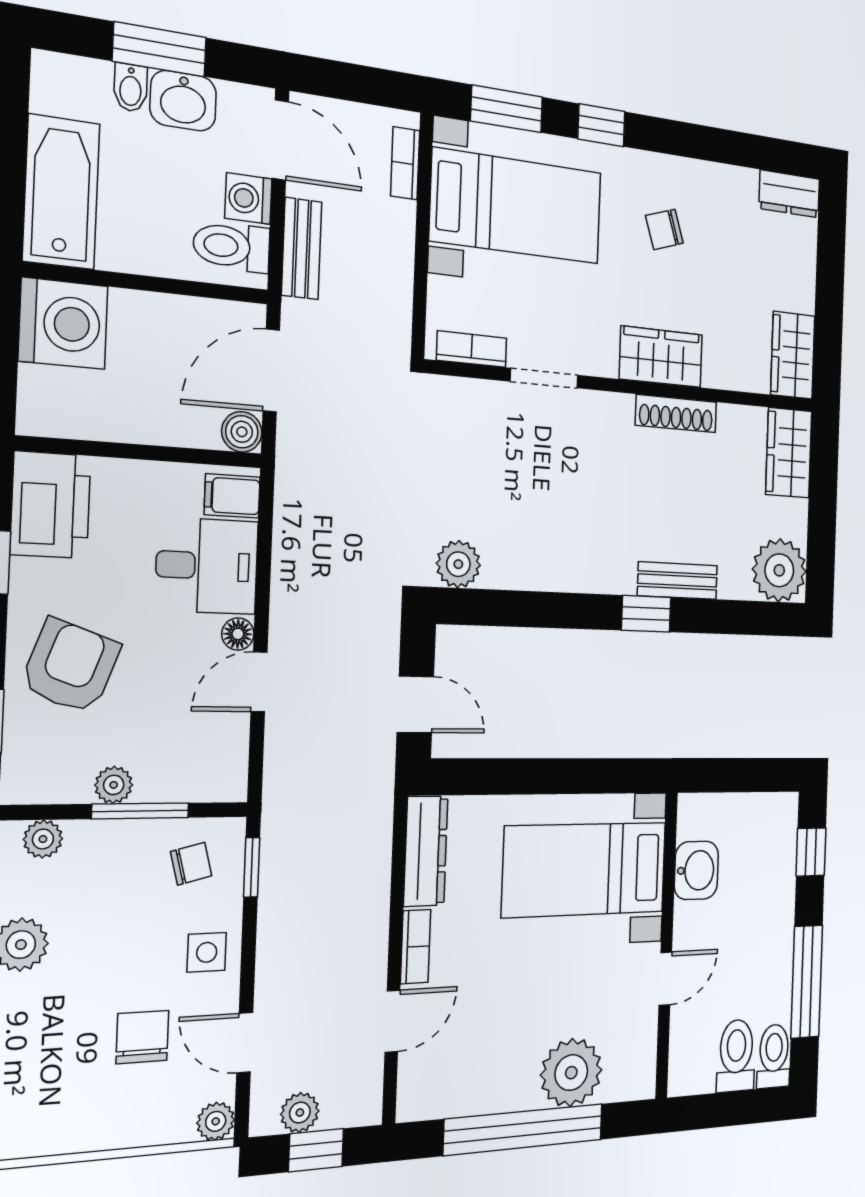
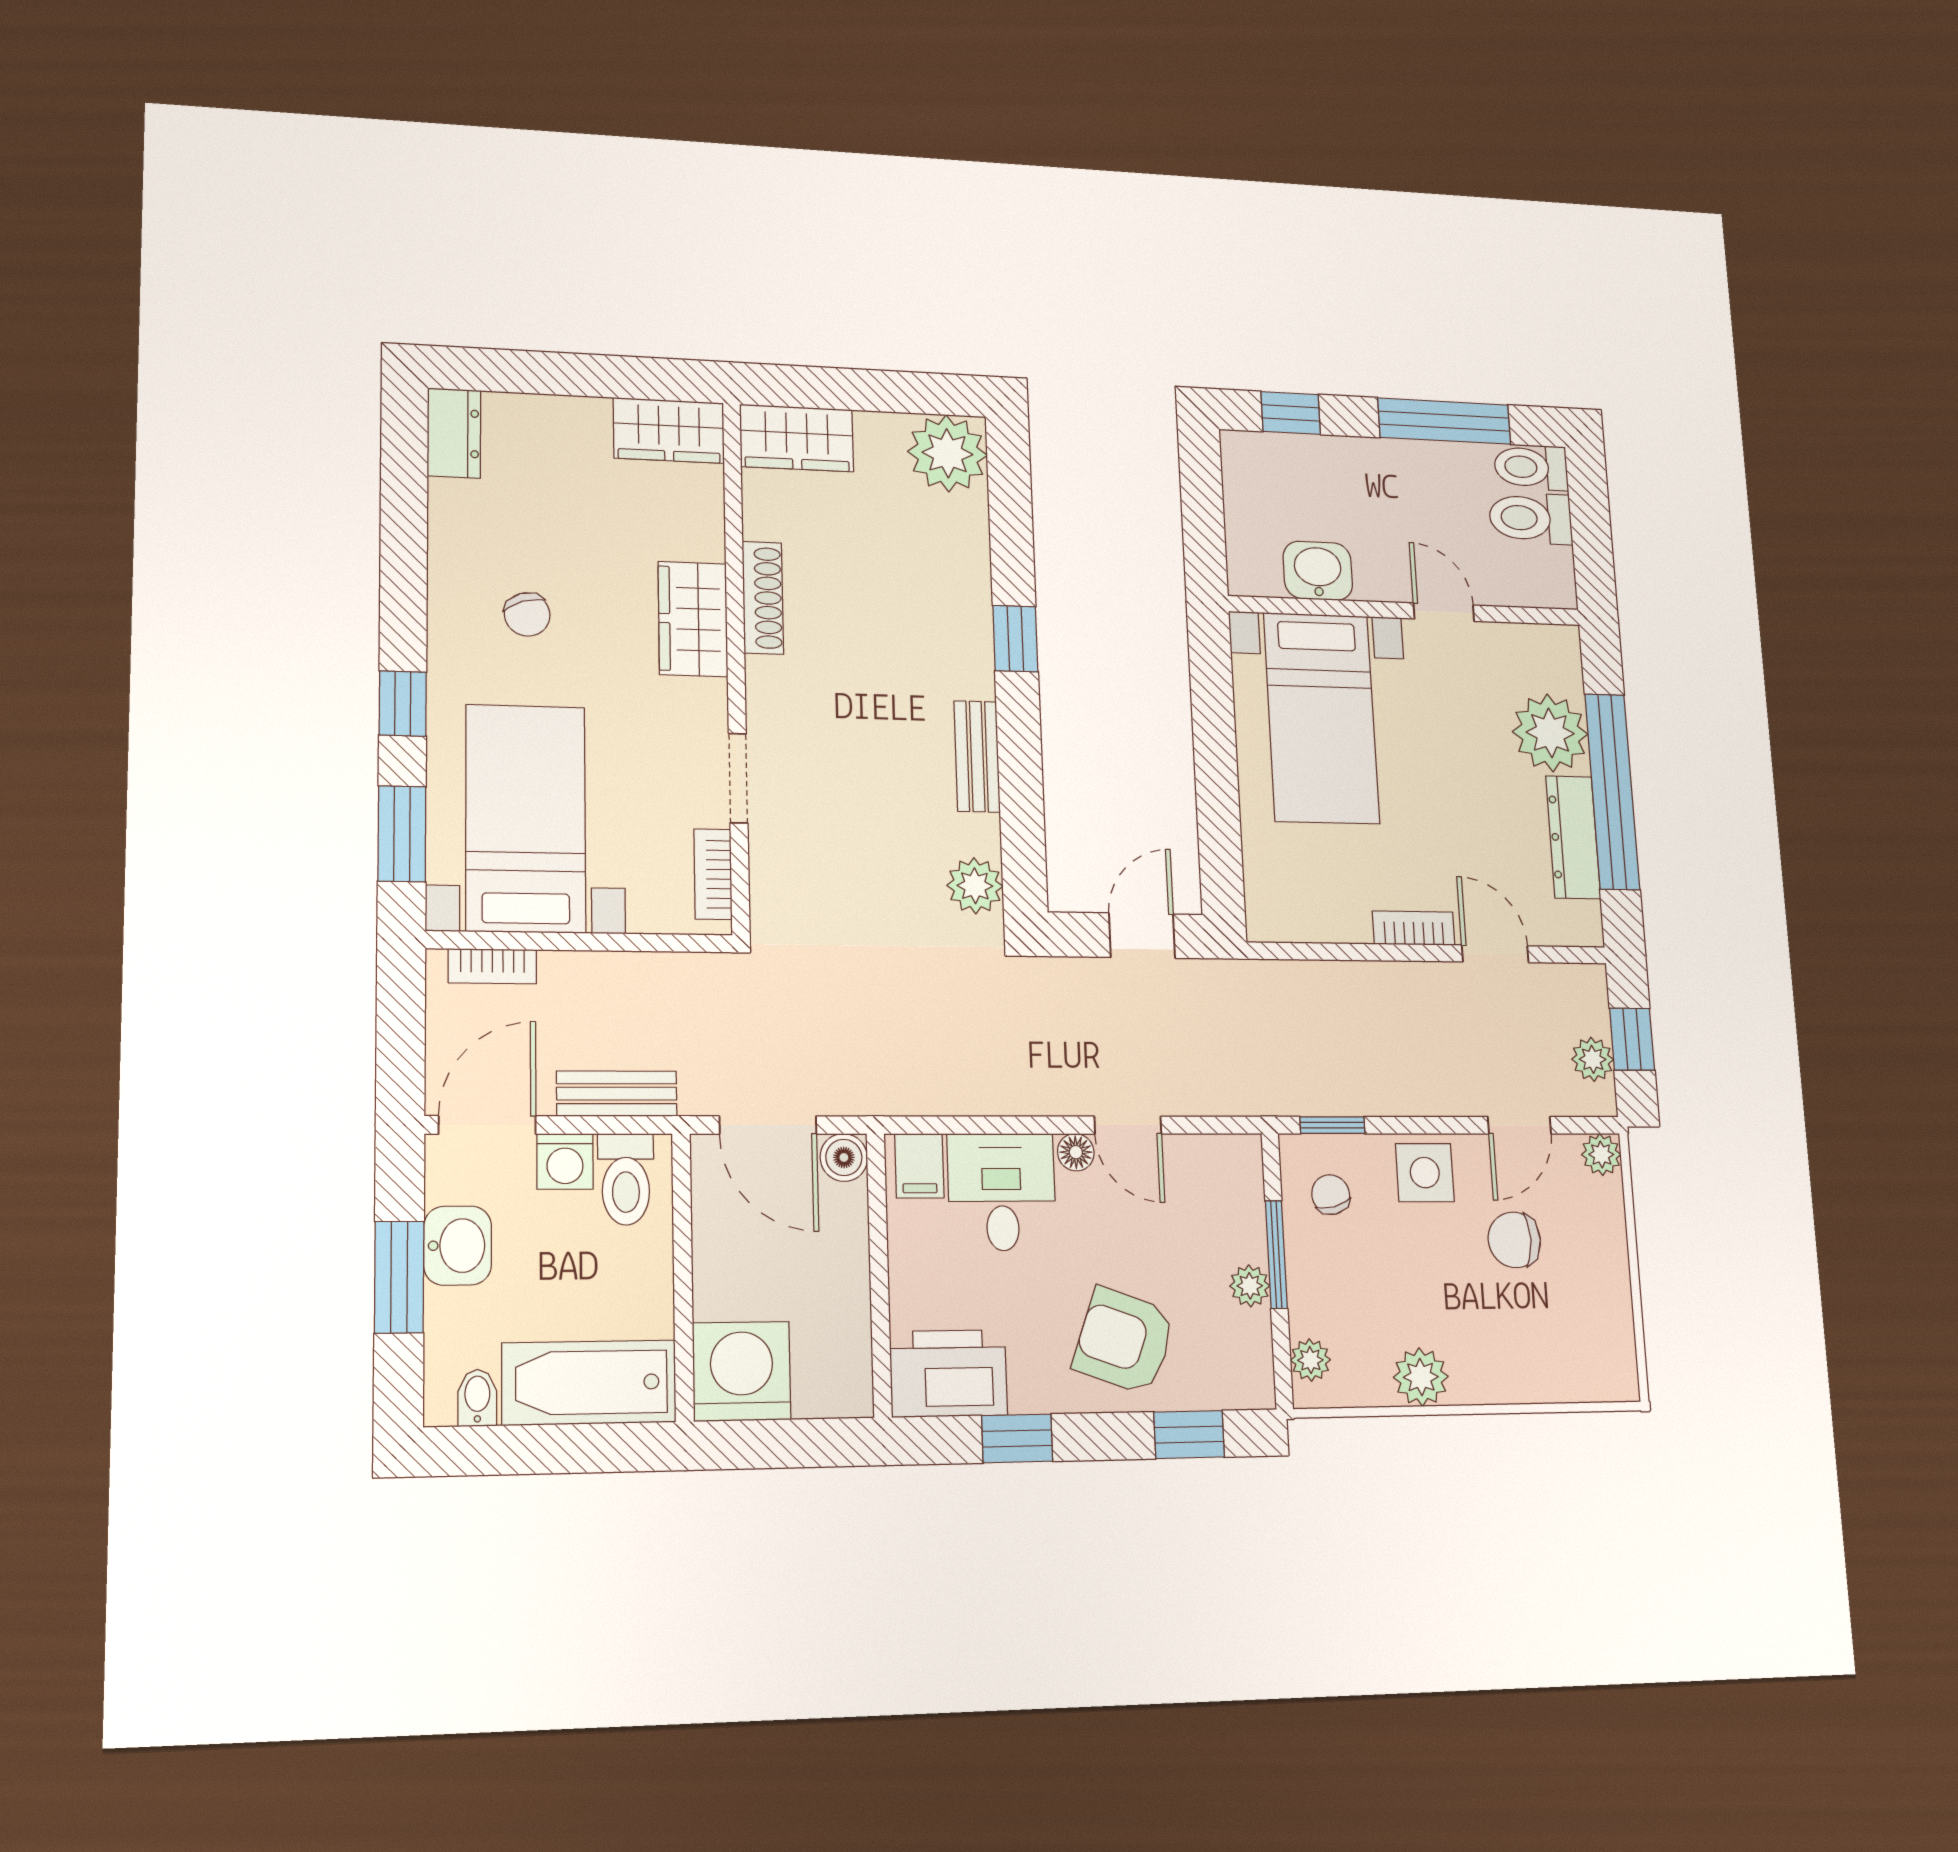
bidet: (131, 88) -> (477, 1398), moved, turned -90
bench: (678, 581) -> (977, 756), moved
dresser: (426, 851) -> (1573, 837), moved, turned -90
side table: (207, 952) -> (1425, 1173), width x1.37, depth x1.37

